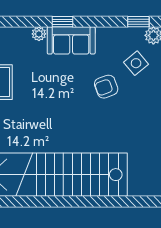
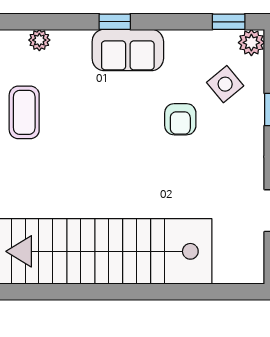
plant: (39, 34) -> (39, 40), moved
armchair: (106, 87) -> (180, 119), turned -70

